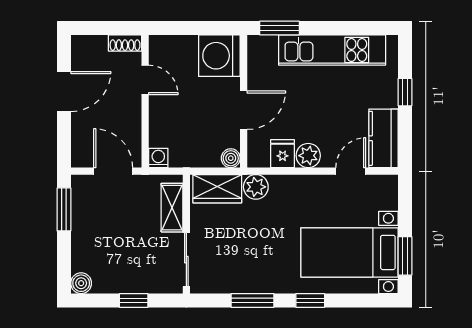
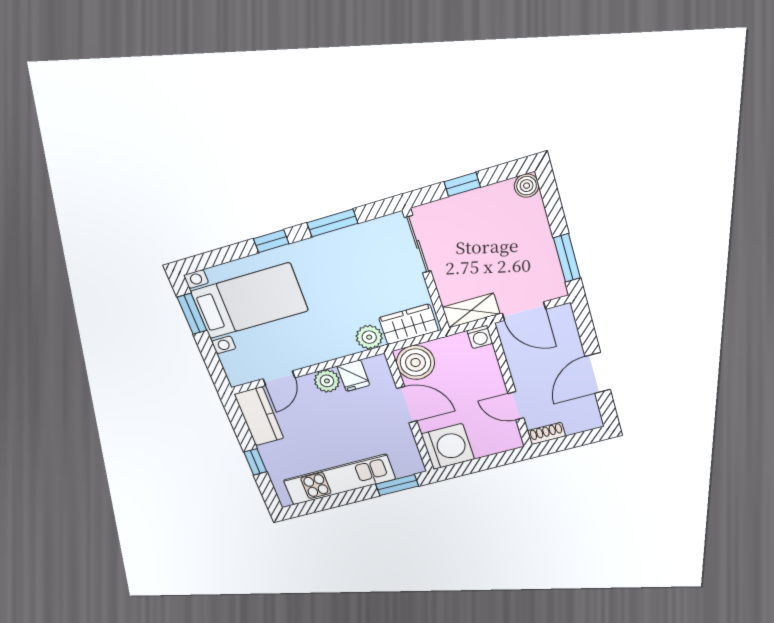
door: (244, 110) -> (407, 405), swing flipped
boiler: (231, 158) -> (415, 362), width x1.86, depth x1.86
shelving: (172, 208) -> (471, 311), moved, turned 90

